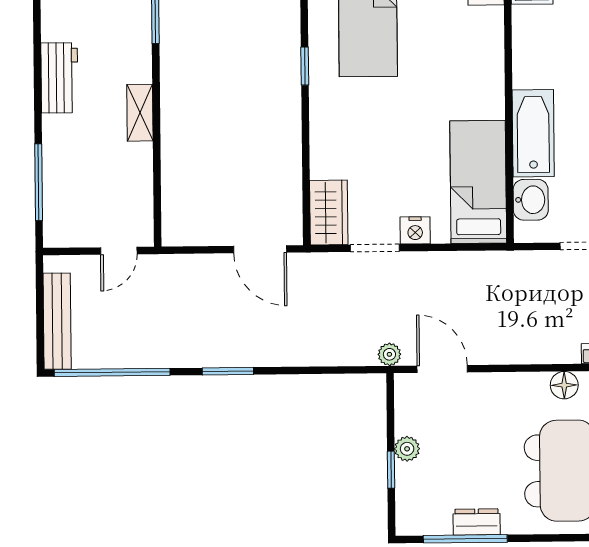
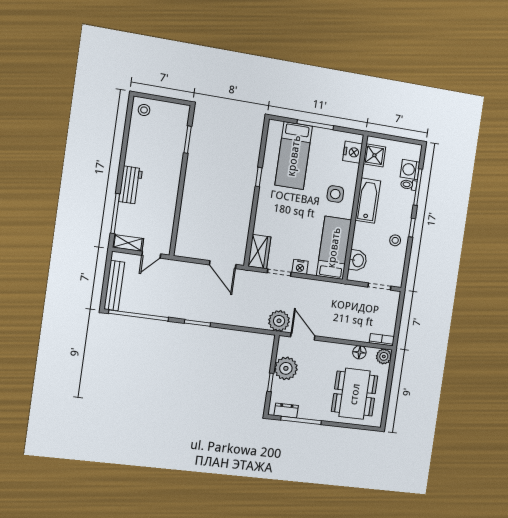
side table: (464, 74) -> (335, 194), added
workbench: (59, 78) -> (131, 185), moved
shelving: (140, 113) -> (128, 243), moved, turned 90
bathtub: (533, 133) -> (368, 201), moved
plant: (389, 354) -> (279, 321), width x1.88, depth x1.88
plant: (407, 449) -> (286, 368), width x1.87, depth x1.87
dresser: (477, 522) -> (286, 411), moved

